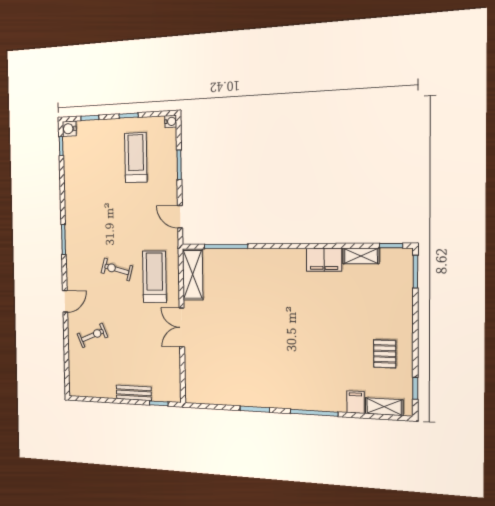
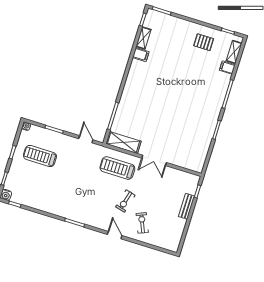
door: (180, 217) -> (86, 139), swing flipped
filing cabinet: (324, 260) -> (141, 55), width x0.50
exercise bike: (117, 269) -> (125, 201), moved

